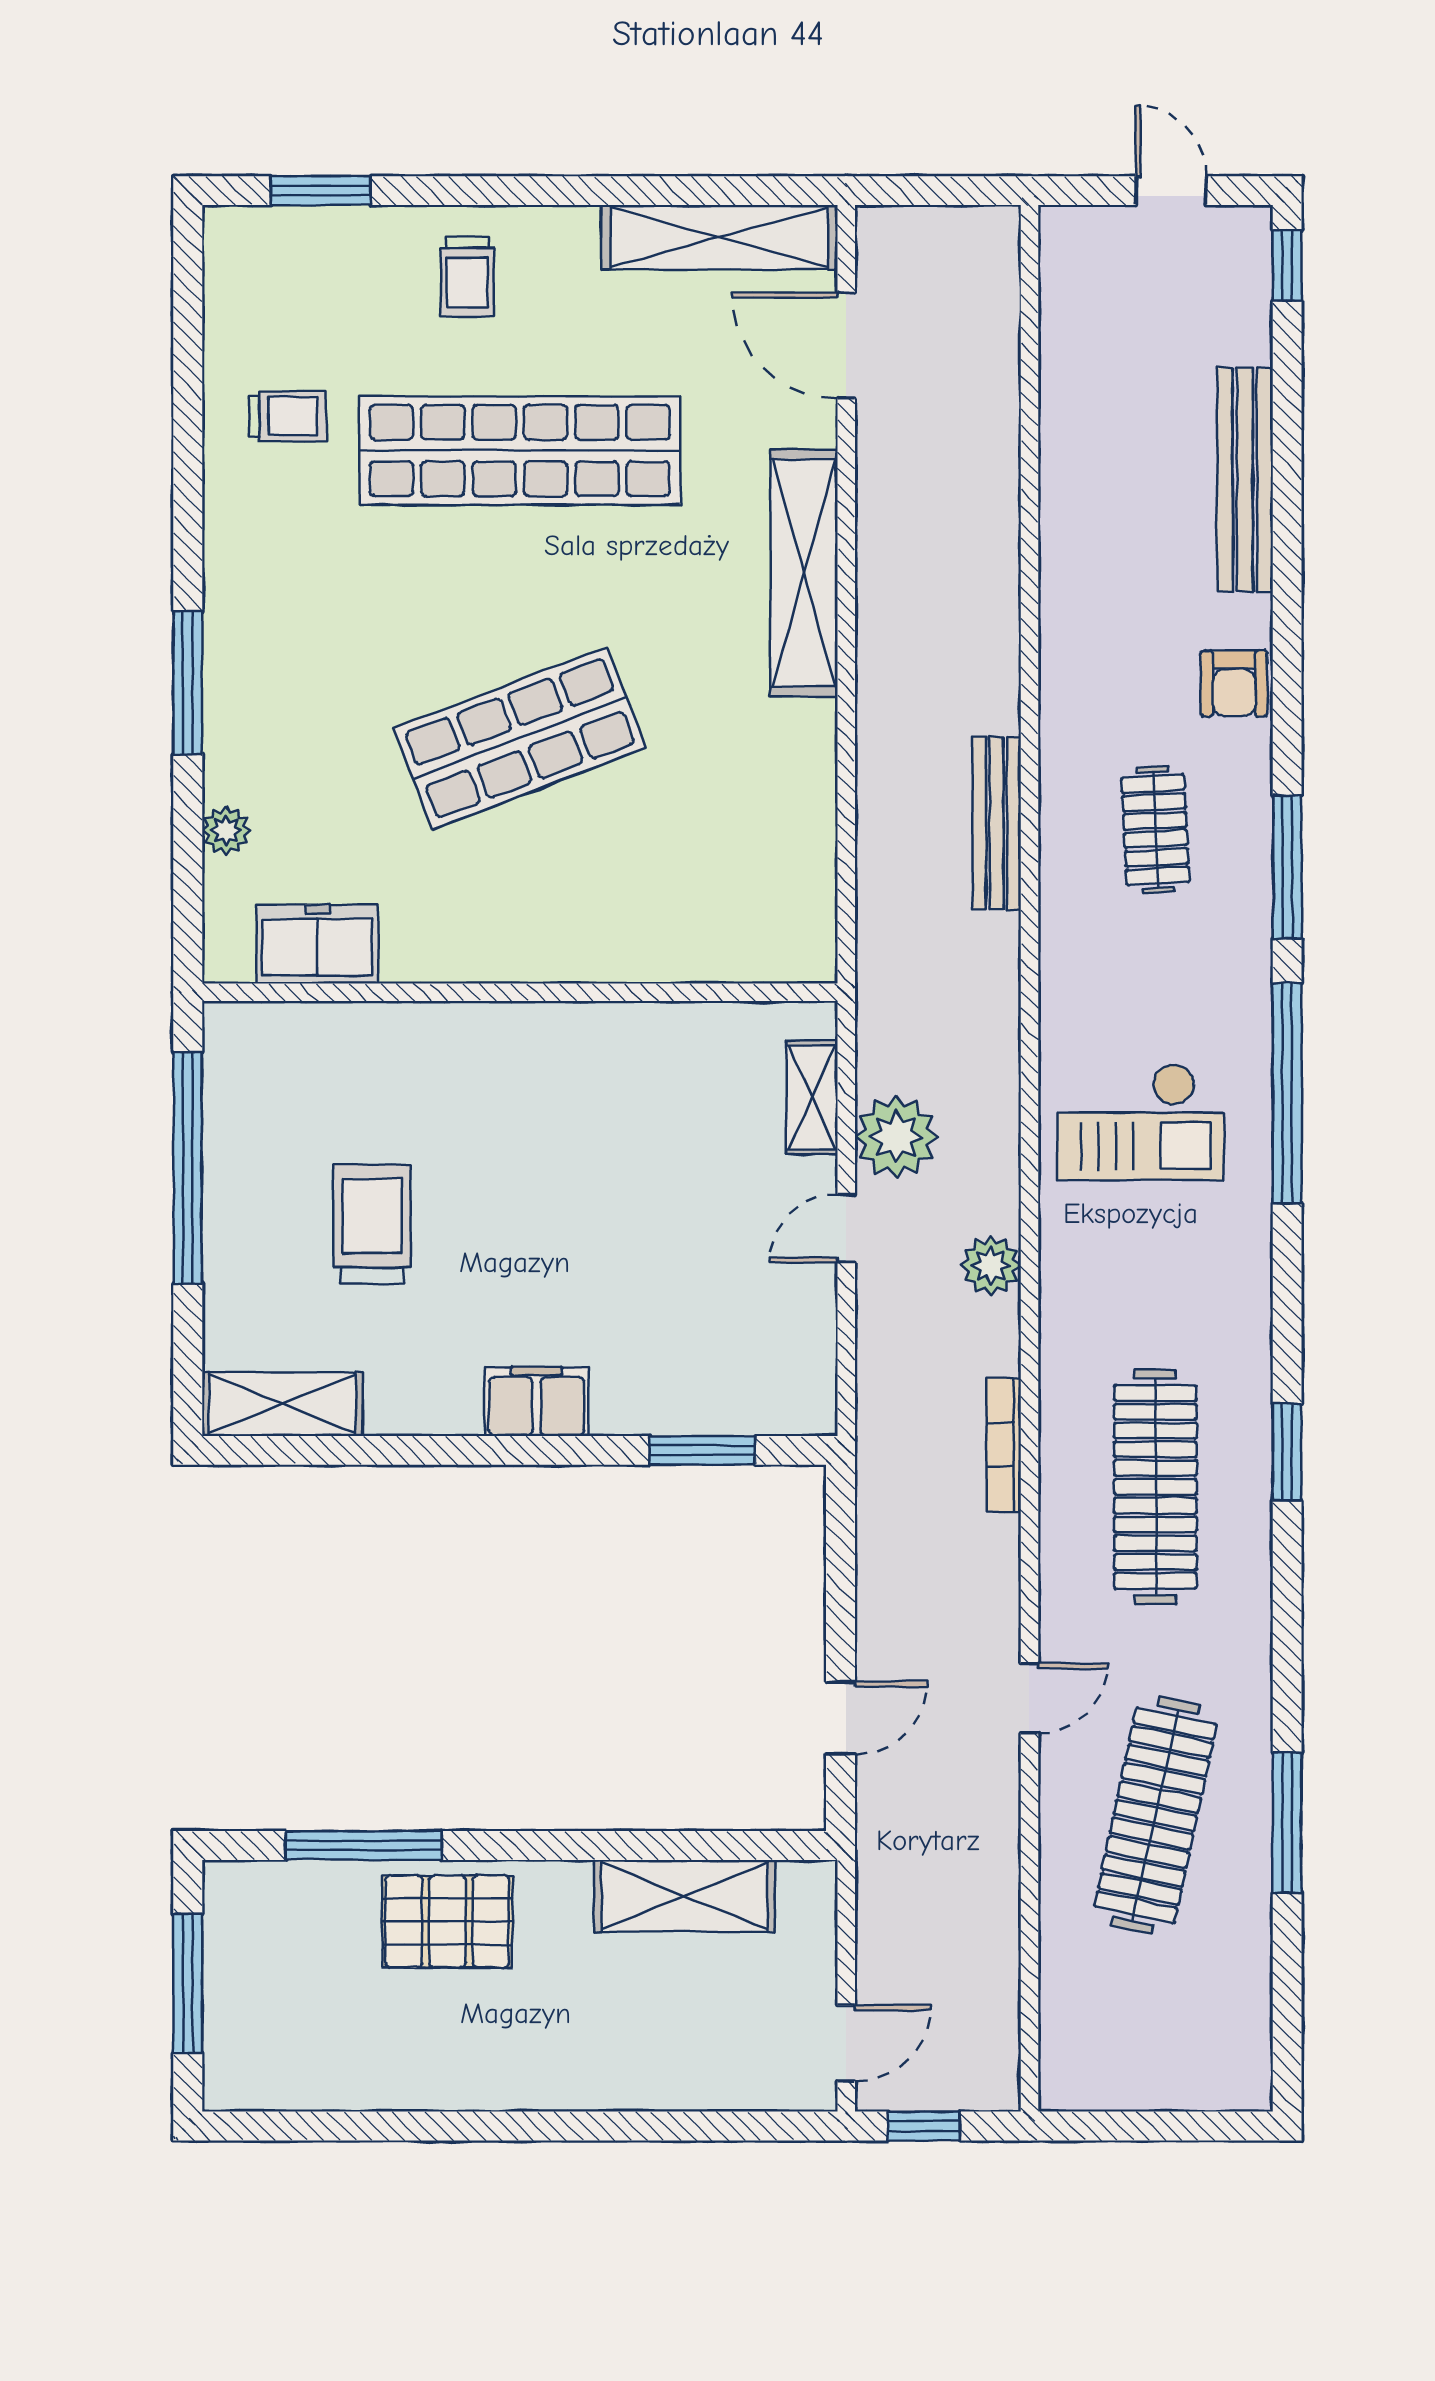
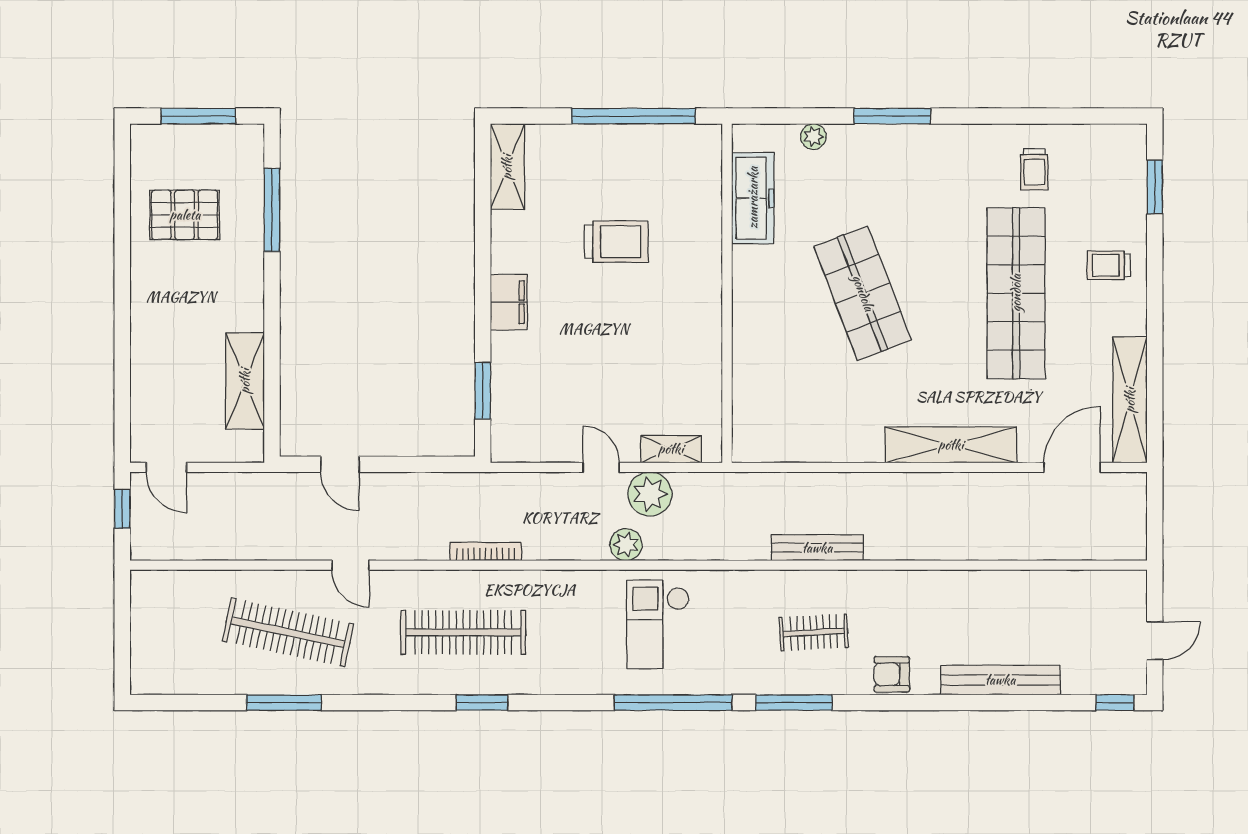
freezer: (317, 944) -> (753, 198), width x1.40
trolley: (372, 1224) -> (616, 242), moved
plant: (991, 1265) -> (626, 545), moved
pallet: (447, 1921) -> (185, 215), moved, turned 90

